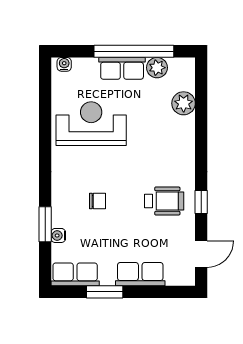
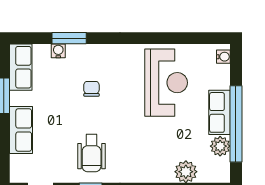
chair: (98, 201) -> (91, 89), turned 180

